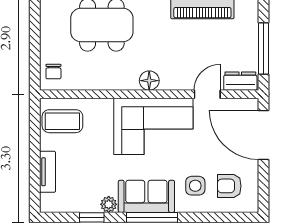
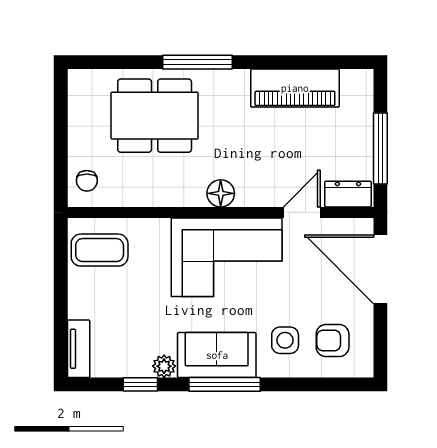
tv unit: (47, 172) -> (79, 349), moved

